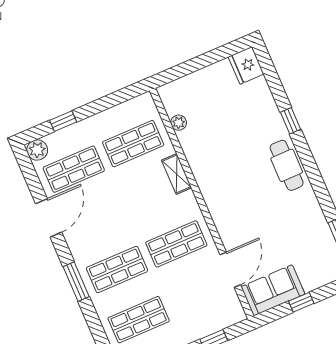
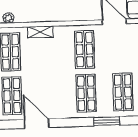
window: (76, 282) -> (107, 121), moved

